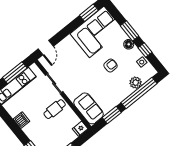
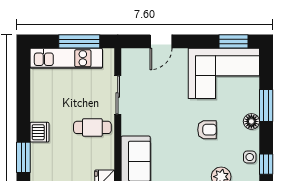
door: (46, 48) -> (161, 41), moved
window: (145, 50) -> (266, 164), moved
dishwasher: (21, 120) -> (40, 132), moved

